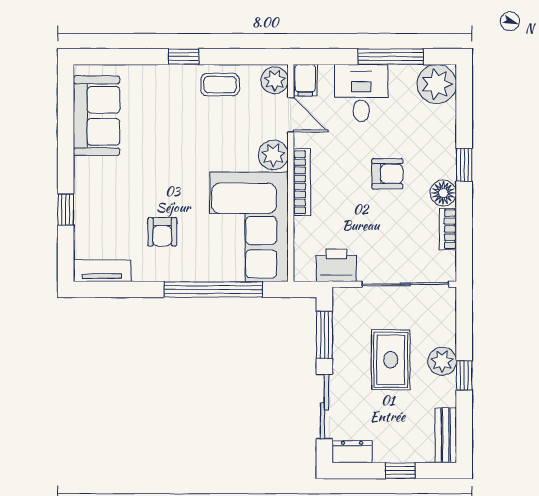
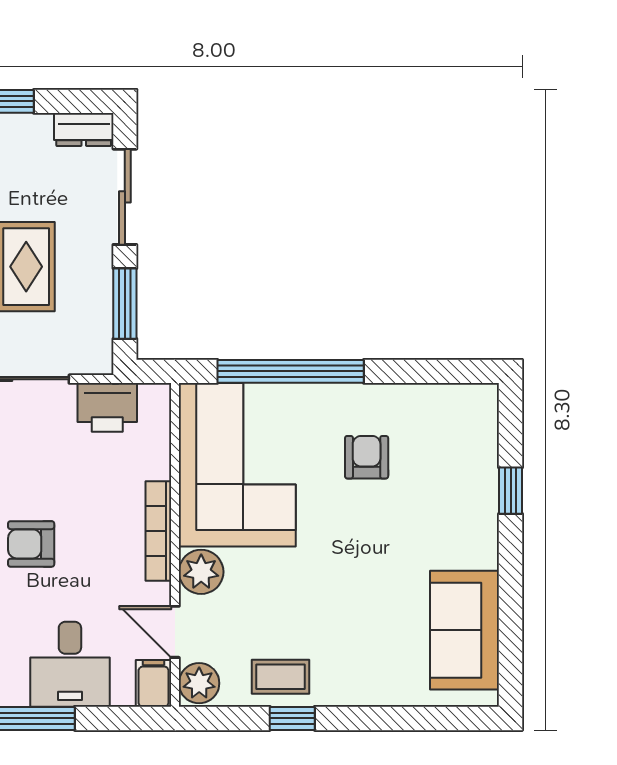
window: (184, 57) -> (292, 718), moved
tv unit: (102, 271) -> (456, 399), removed

